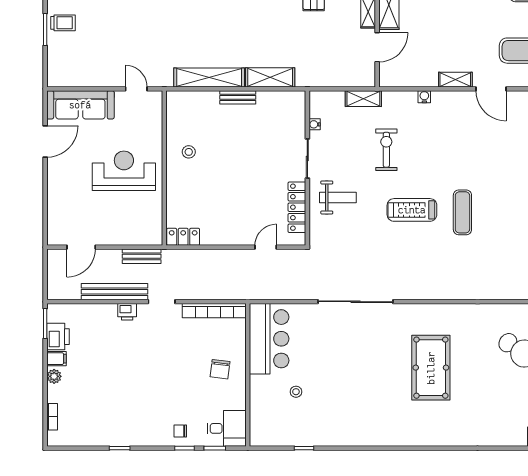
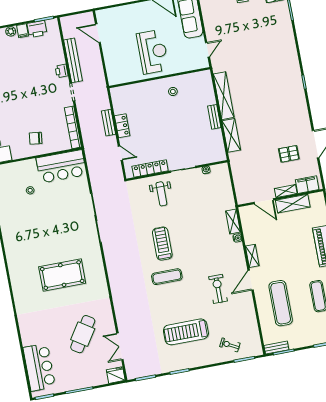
shelving: (363, 99) -> (233, 222), moved
exercise bike: (386, 150) -> (218, 289), moved, turned -90
locker: (183, 237) -> (122, 126), moved
bench: (142, 256) -> (109, 123), moved

